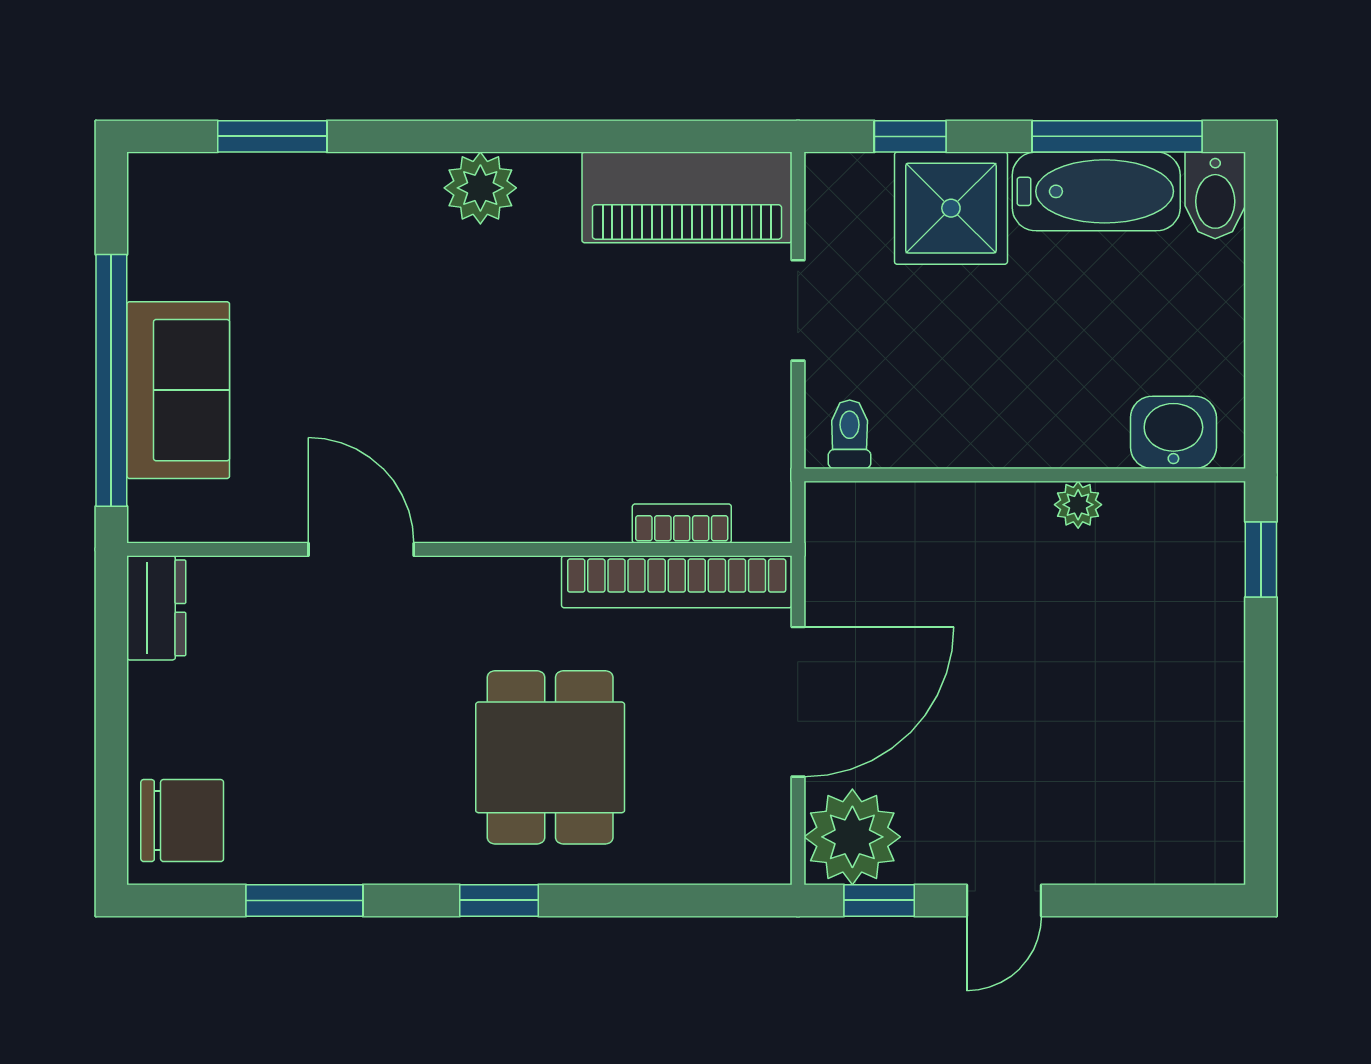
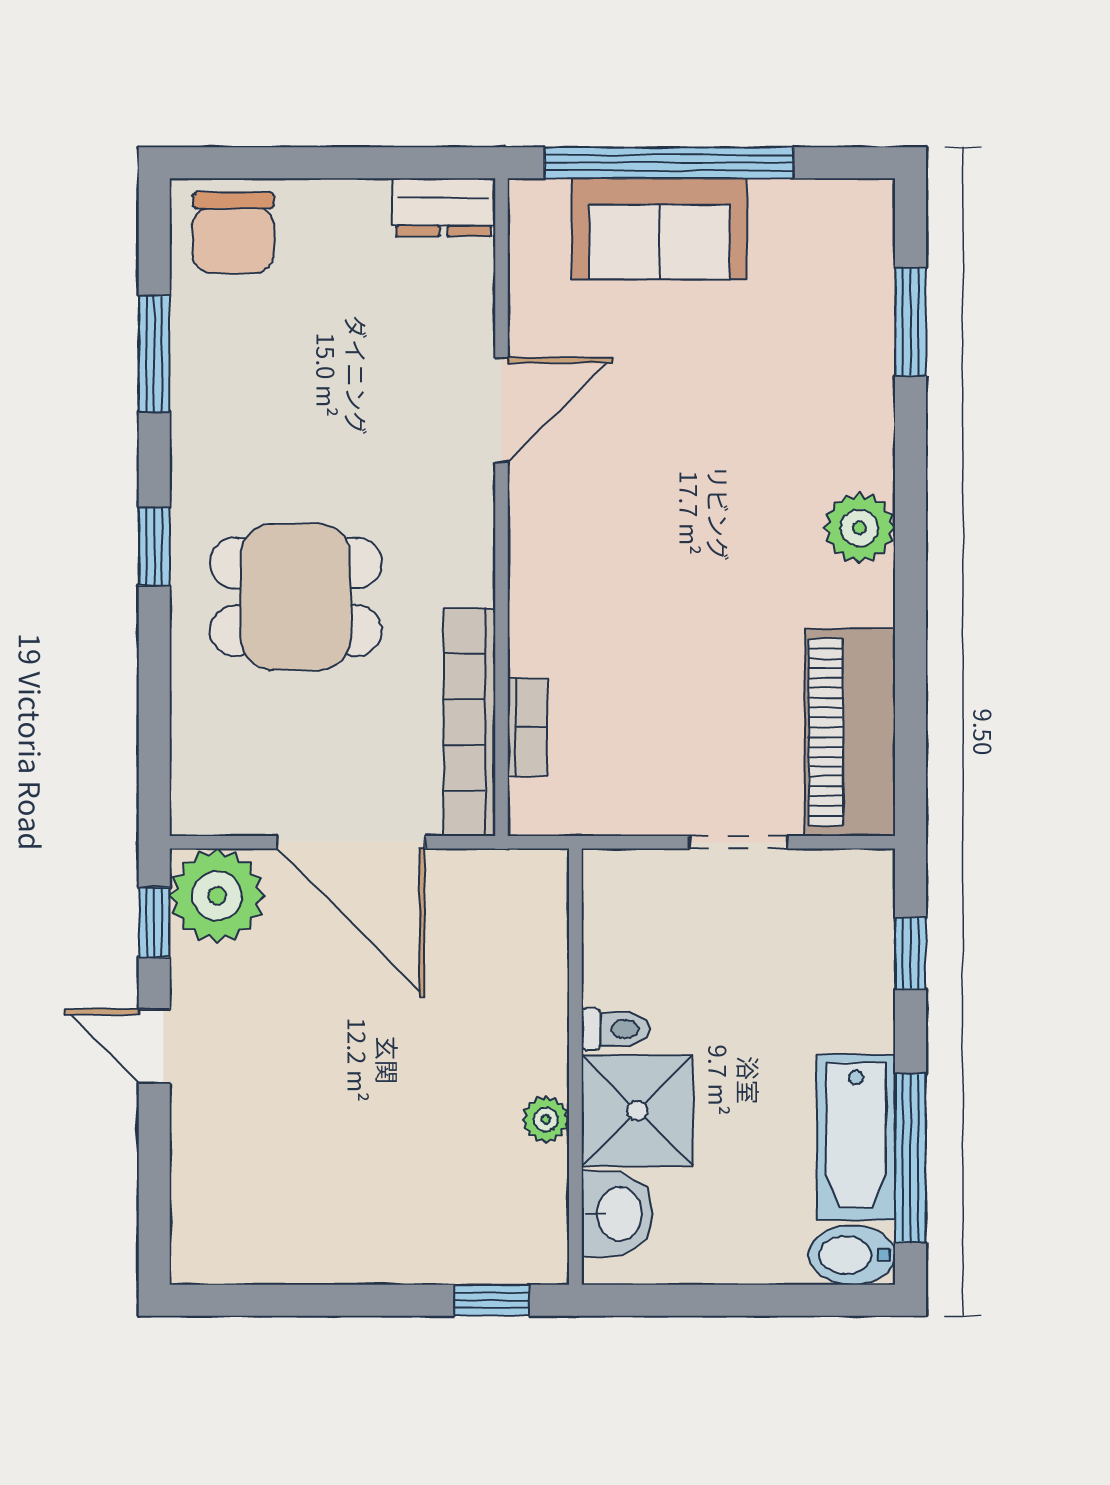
shower: (951, 208) -> (637, 1111), moved
toilet: (850, 434) -> (616, 1029), moved

